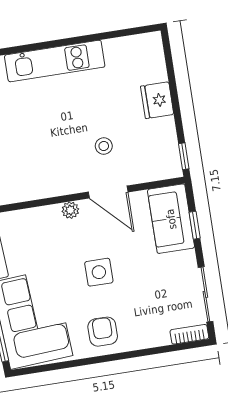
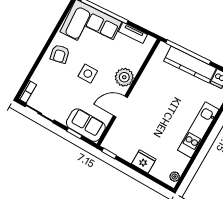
plant: (144, 42) -> (175, 177), added
stool: (104, 146) -> (143, 121), removed
plant: (70, 210) -> (124, 77), width x1.88, depth x1.88
armchair: (103, 332) -> (60, 54), turned 77

